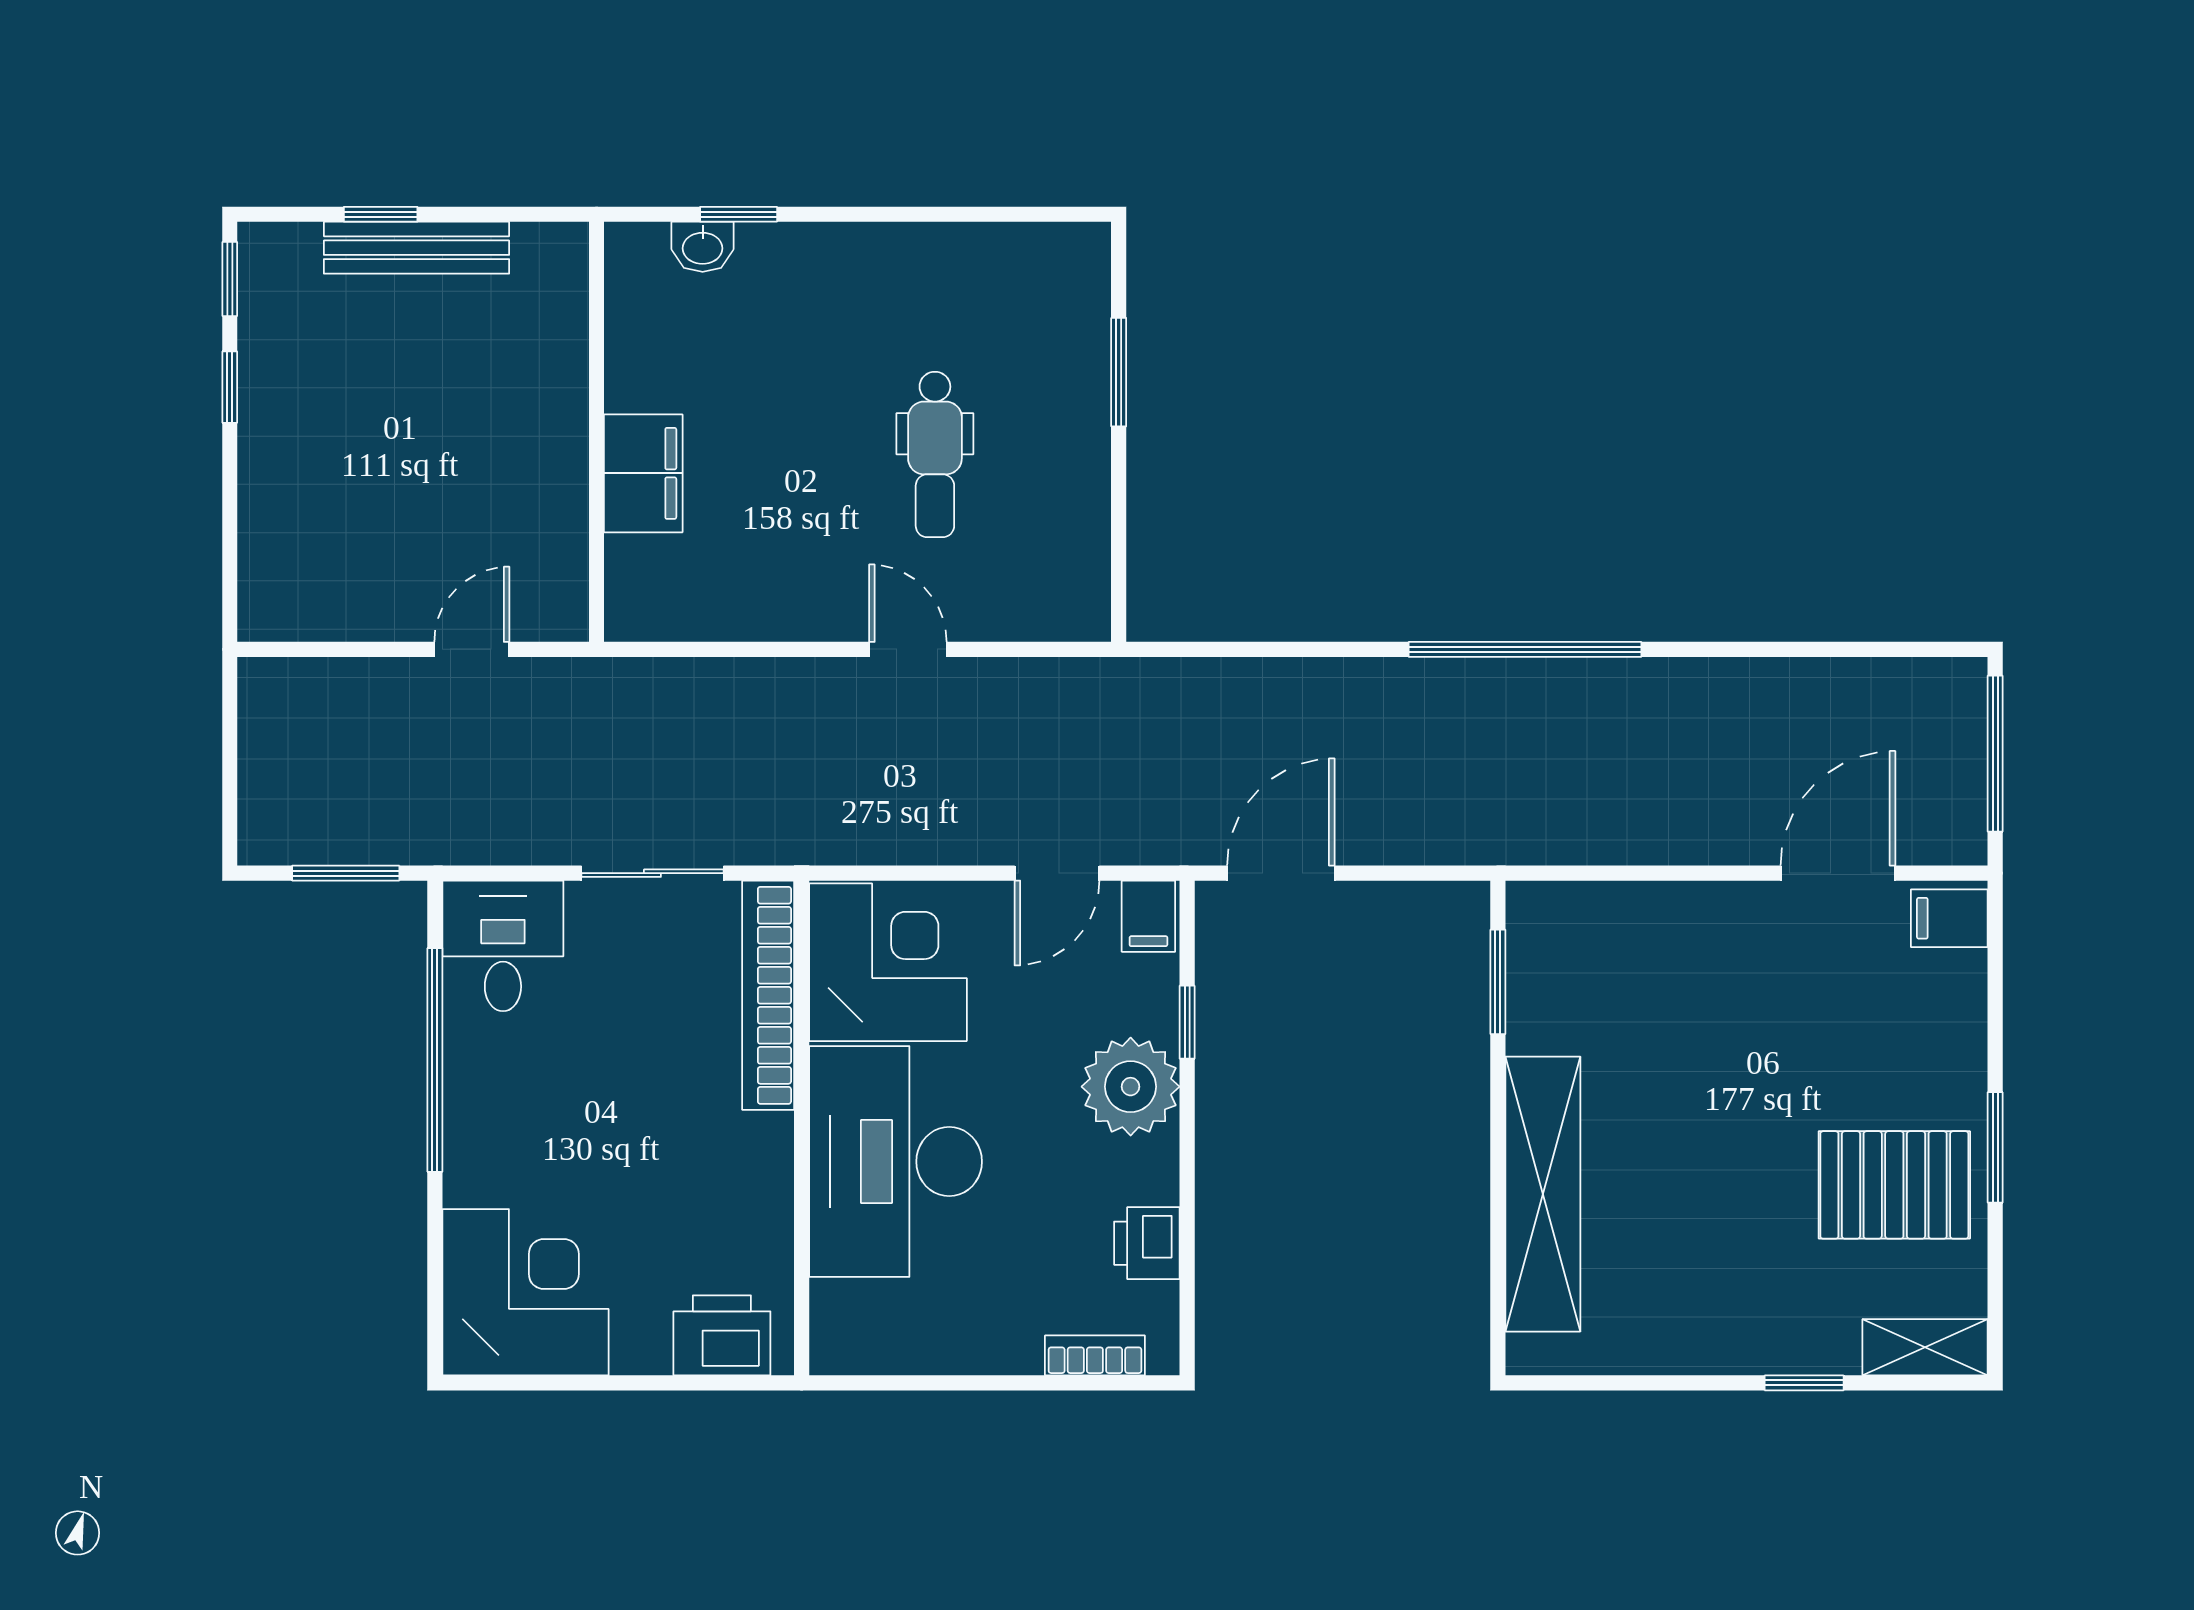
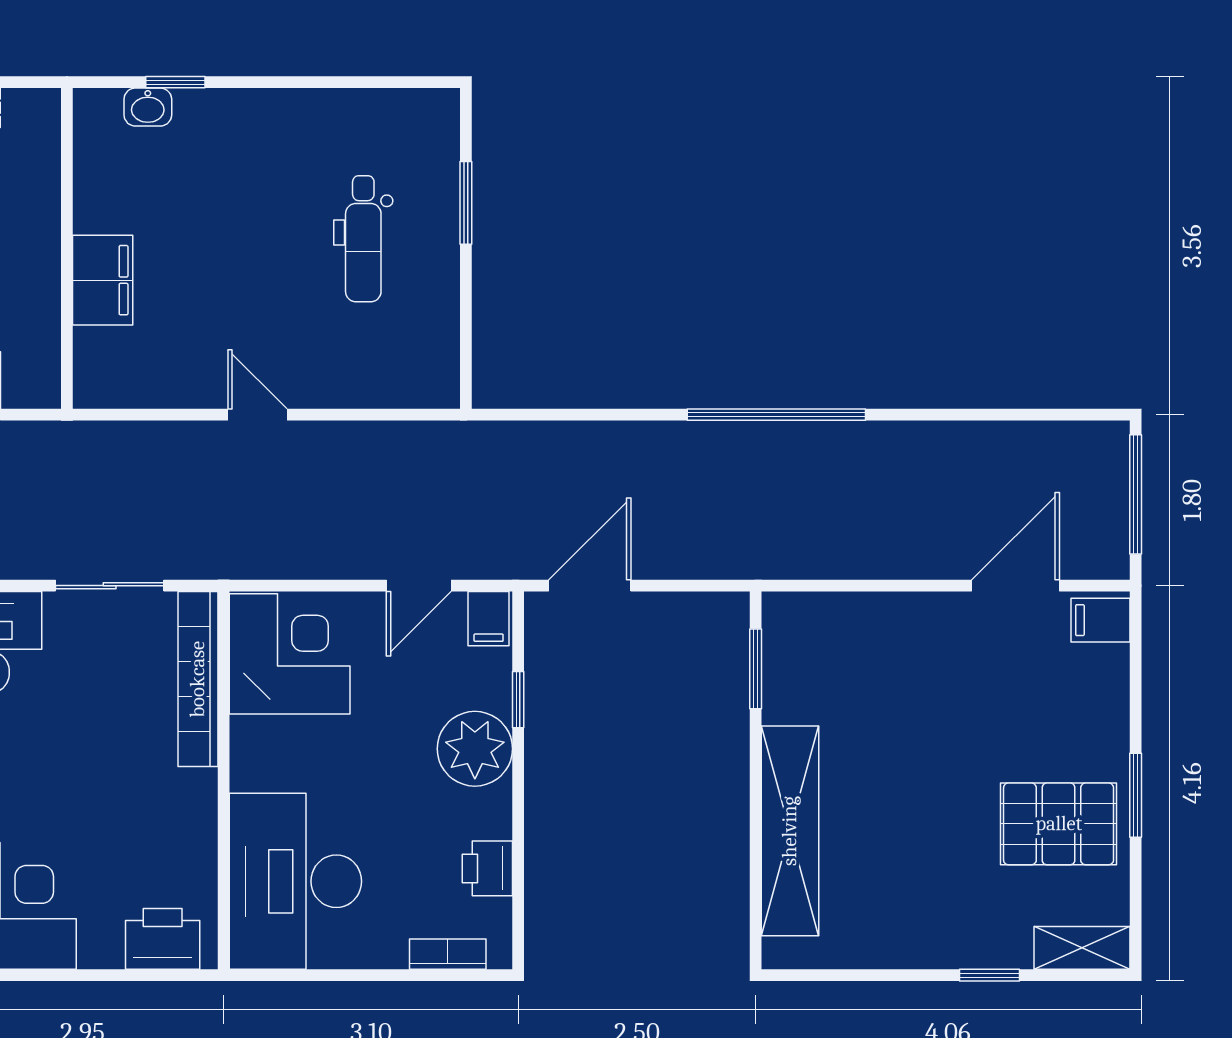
dental chair: (935, 454) -> (363, 239), moved
door: (908, 649) -> (257, 415), moved
desk: (896, 1162) -> (295, 881), moved

